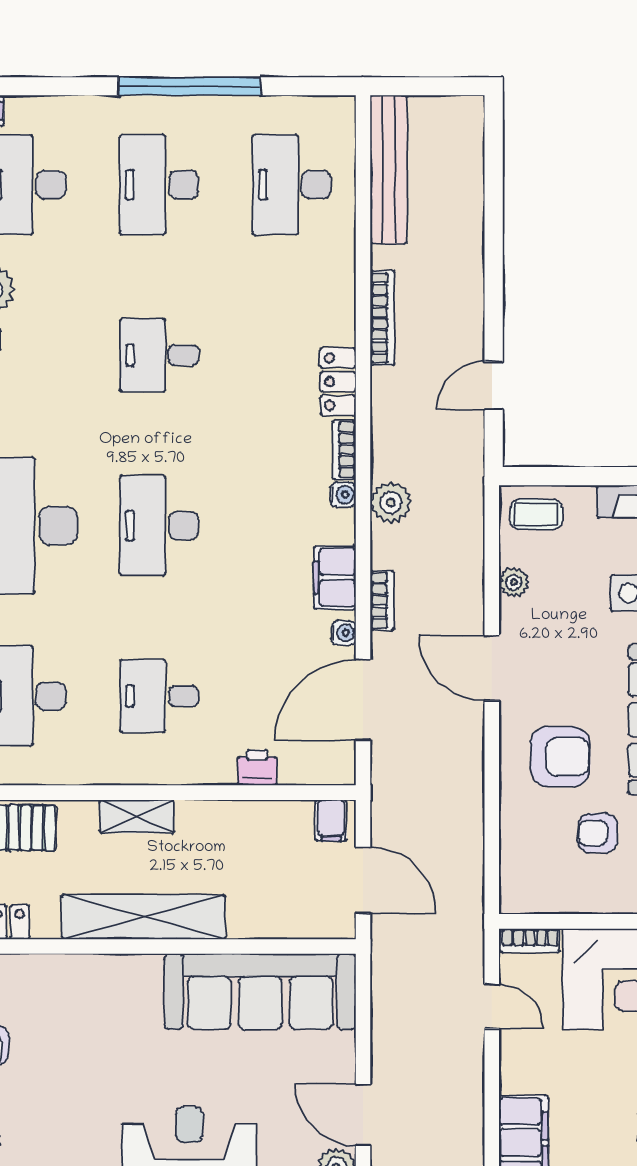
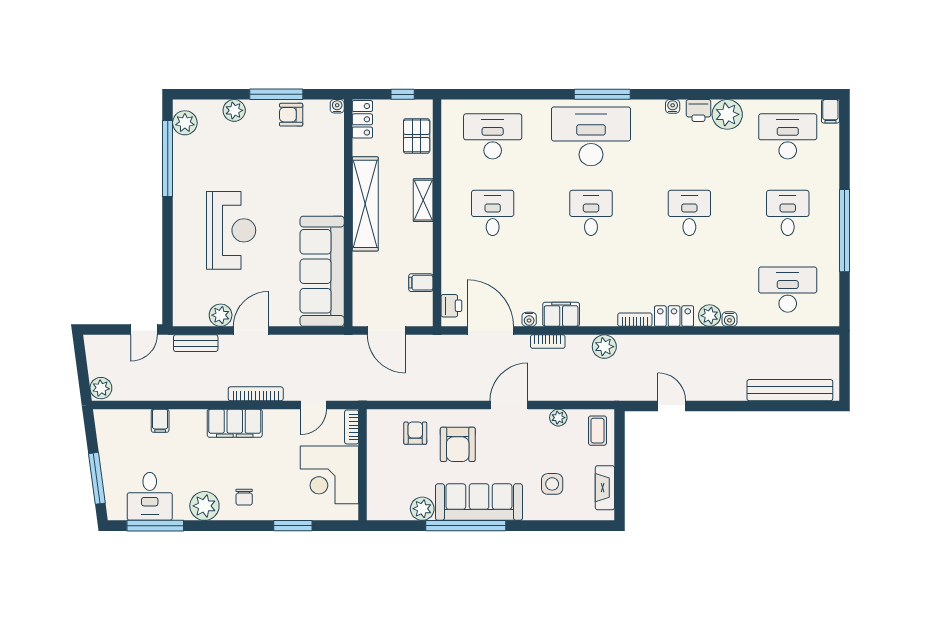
bench: (389, 169) -> (790, 390), moved
desk: (159, 185) -> (788, 213), width x0.73
bookcase: (382, 318) -> (256, 394), moved, turned 180
plant: (337, 320) -> (710, 316), added
water cooler: (343, 495) -> (729, 319), moved
desk: (159, 526) -> (591, 213), width x0.73
printer: (257, 768) -> (451, 306), moved
filing cabinet: (331, 821) -> (421, 283), moved
armchair: (598, 833) -> (415, 433), moved
door: (363, 880) -> (386, 331), hinge flipped

